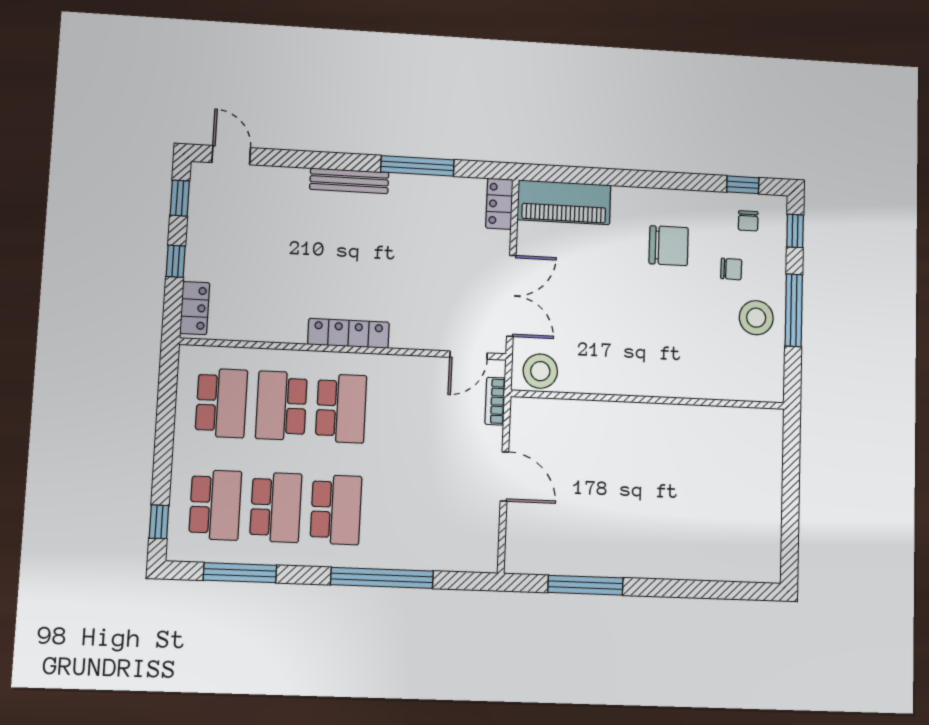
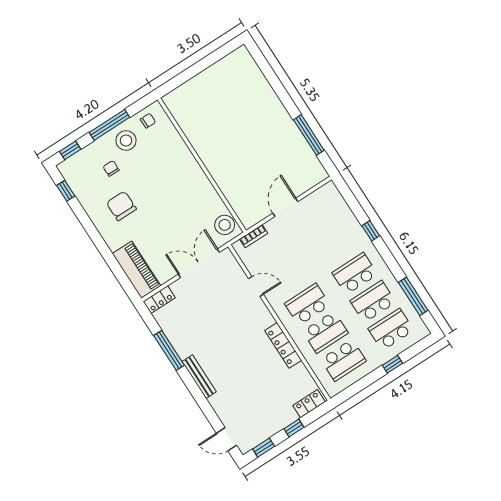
door: (231, 155) -> (227, 439), hinge flipped
chair: (748, 221) -> (148, 121), moved
locker: (348, 333) -> (283, 345), moved
door: (469, 355) -> (256, 287), moved
school desk: (221, 403) -> (343, 360), turned 180
window: (159, 522) -> (392, 364), moved
window: (382, 578) -> (371, 231), width x0.32

